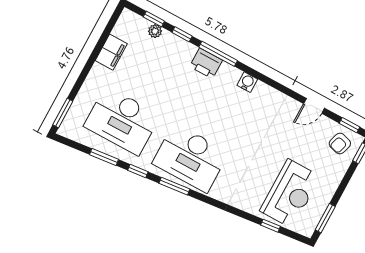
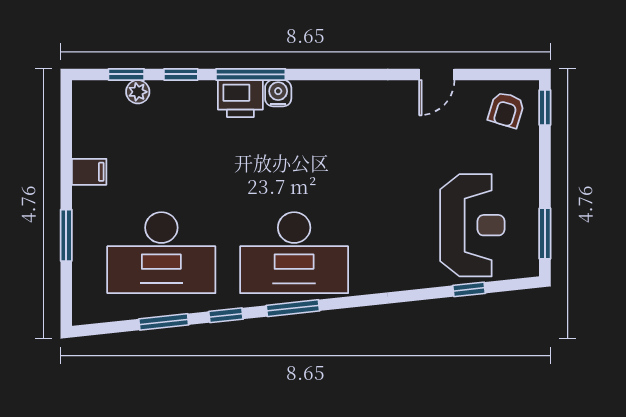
filing cabinet: (111, 52) -> (89, 172), width x0.50
water cooler: (247, 82) -> (278, 93), moved
window: (63, 113) -> (66, 235), moved
window: (349, 125) -> (506, 74), removed

